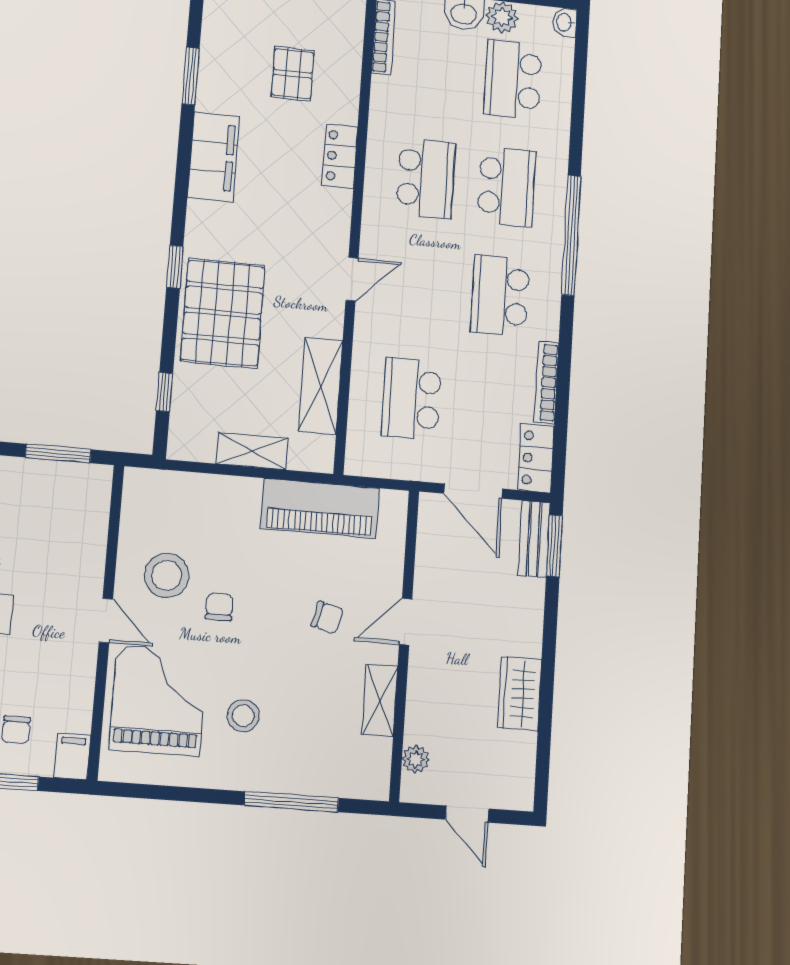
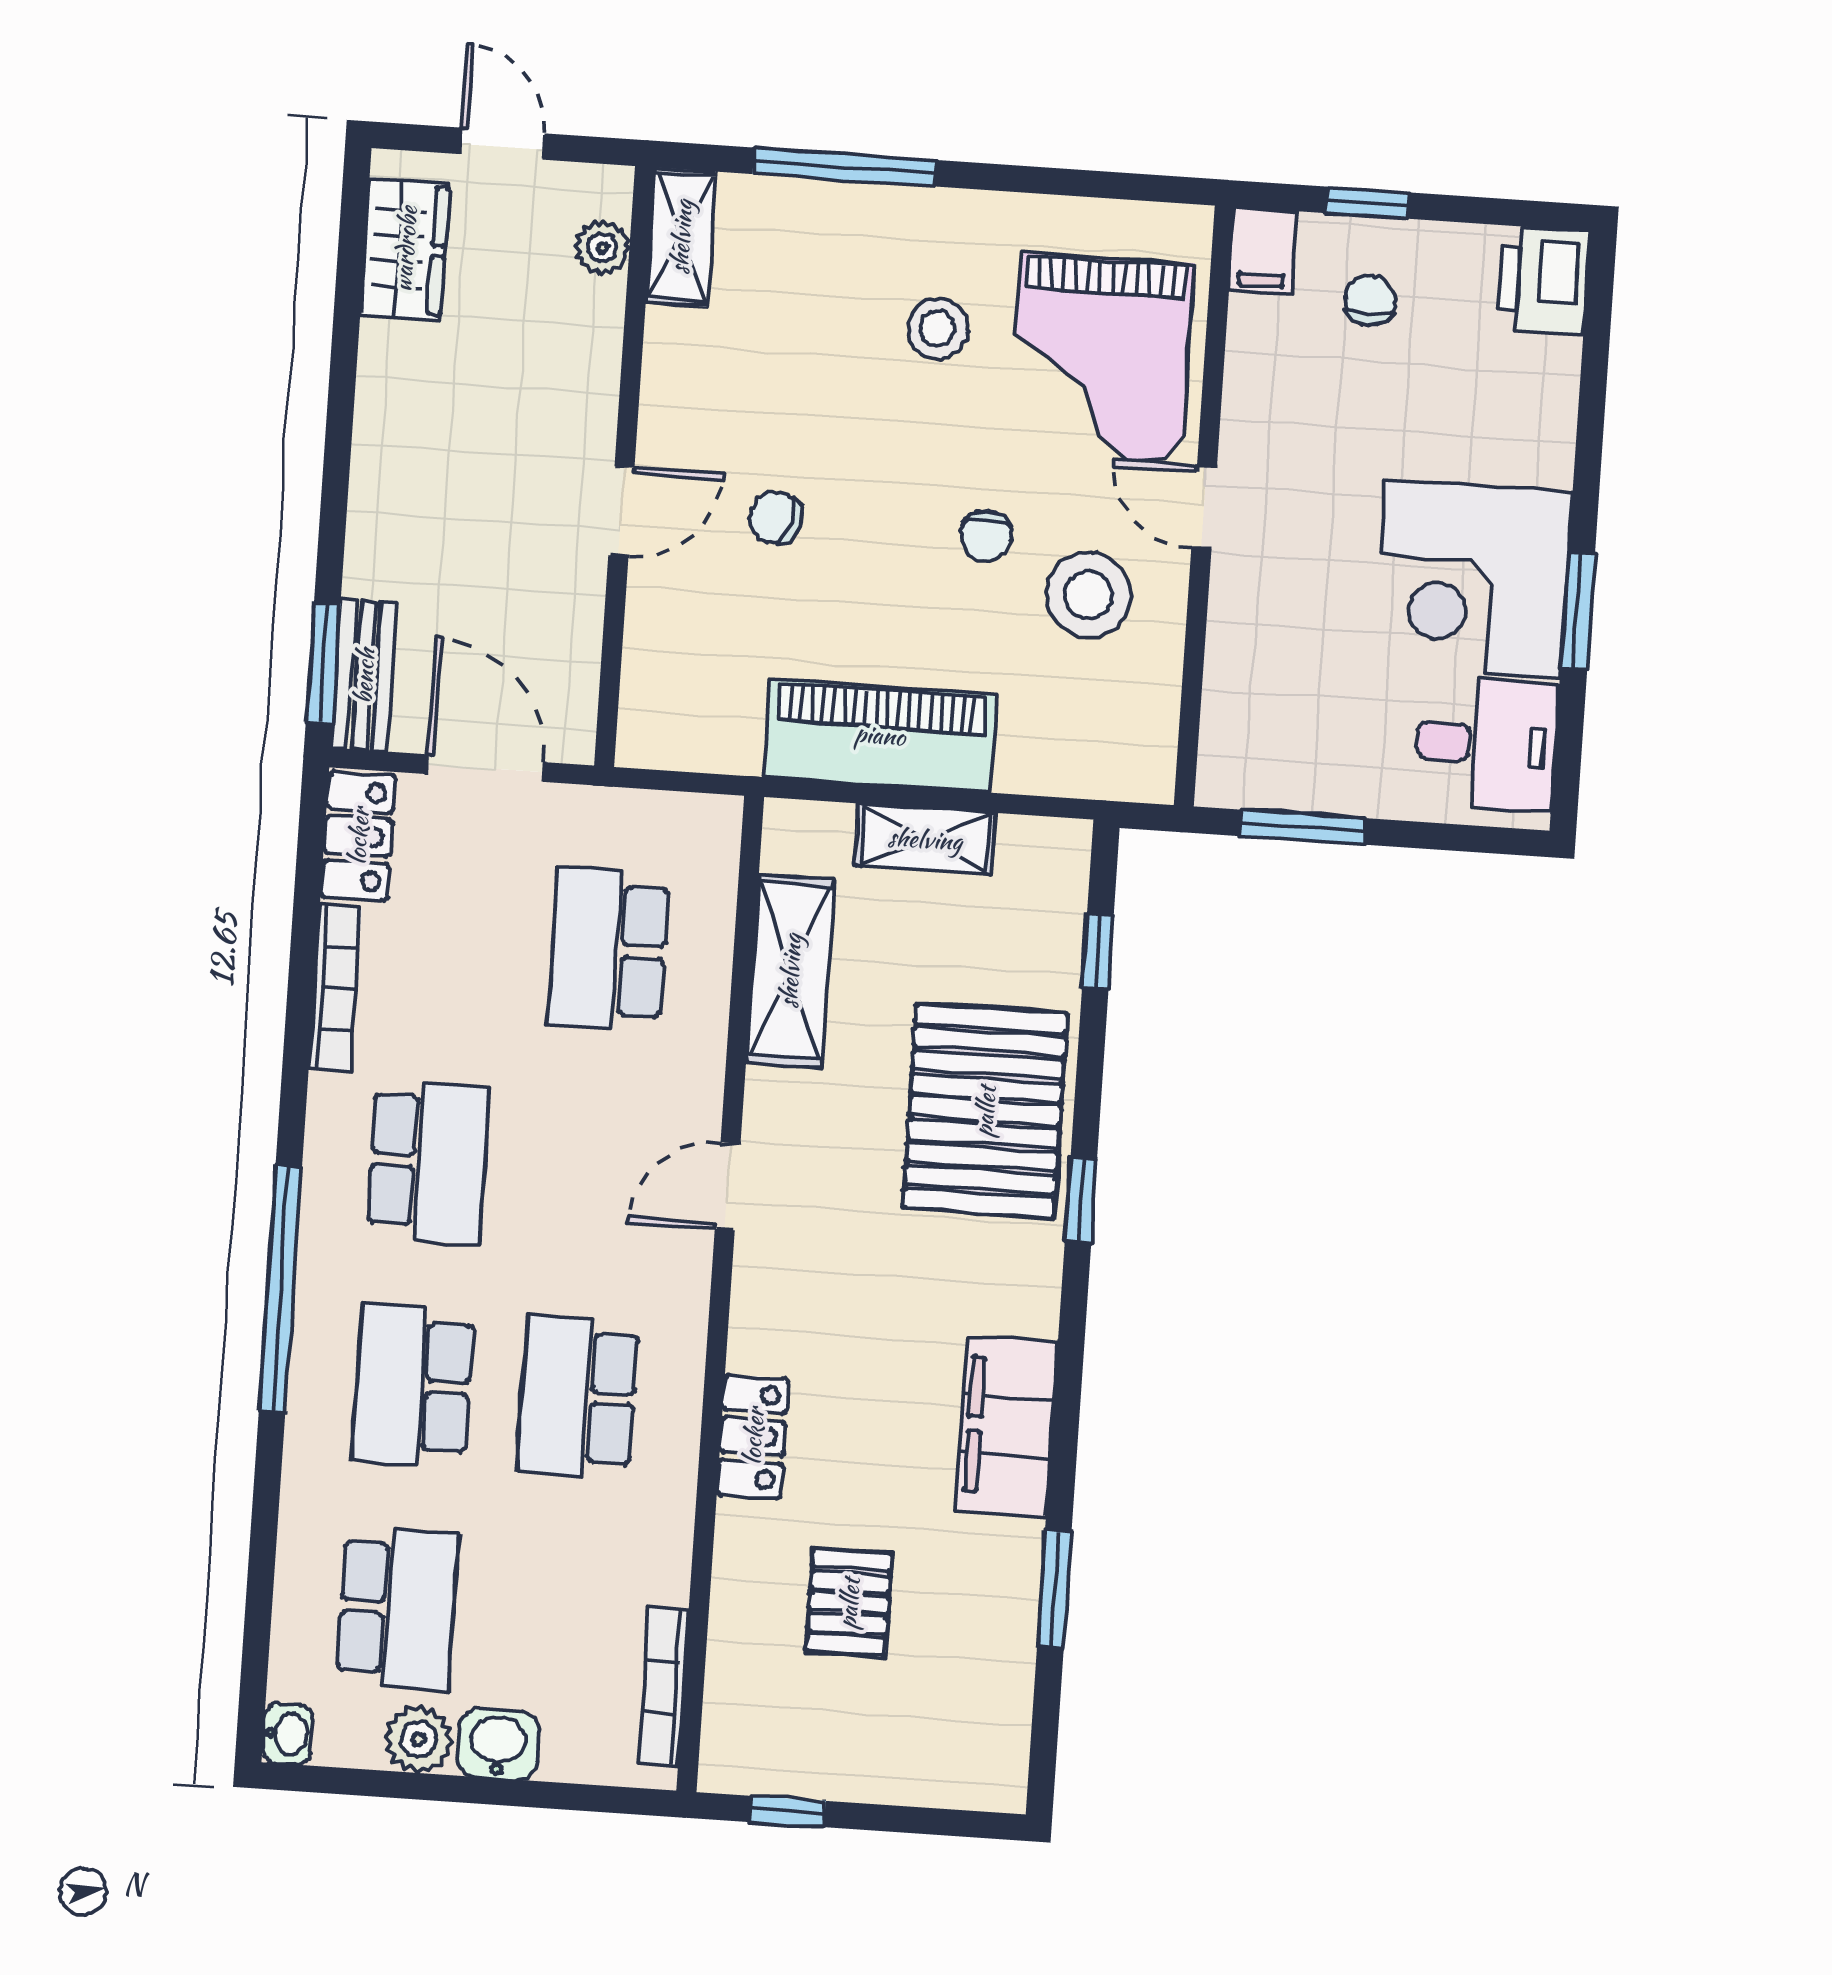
school desk: (411, 399) -> (608, 949), turned 180
piano: (320, 508) -> (880, 735), moved
wardrobe: (520, 693) -> (405, 249), moved
shelving: (380, 700) -> (681, 237), moved

